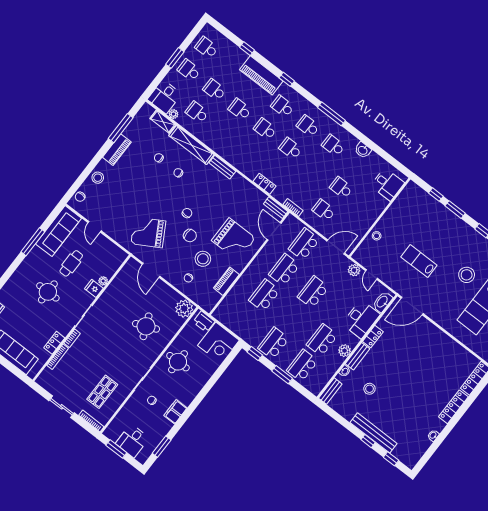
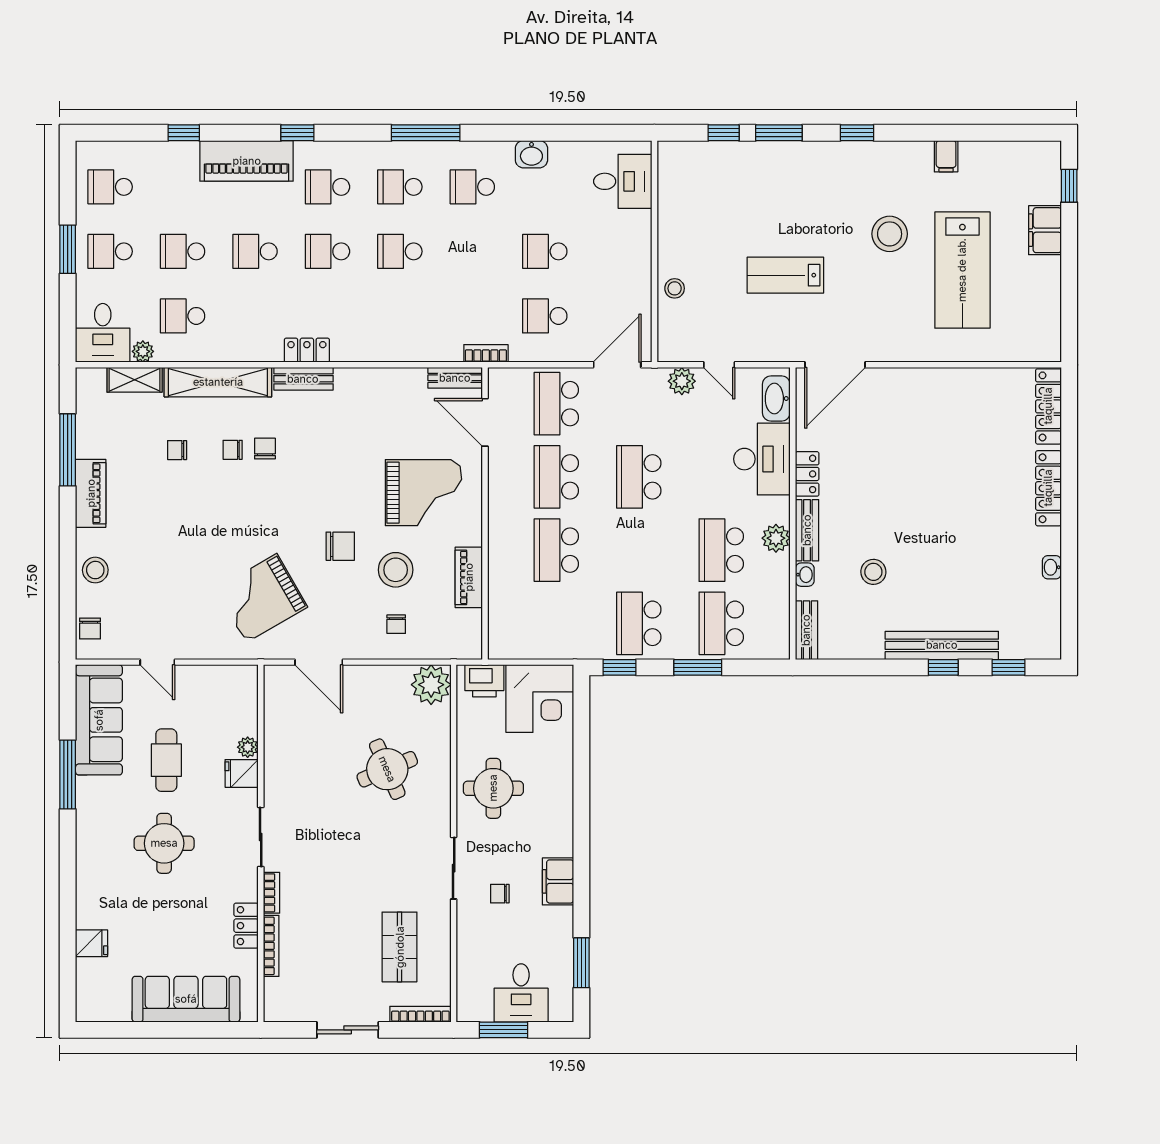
locker: (265, 184) -> (307, 350), moved
chair: (187, 213) -> (265, 449), moved

